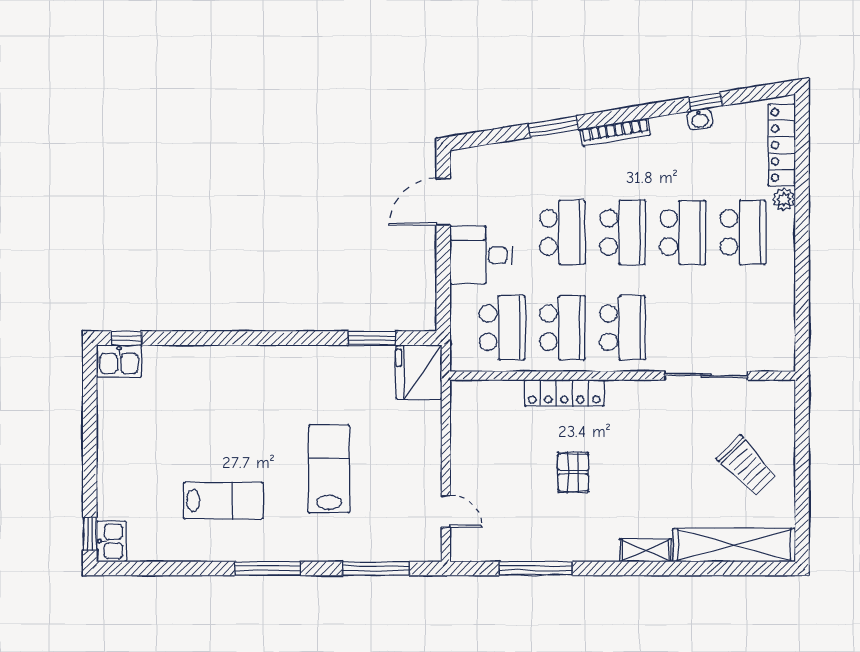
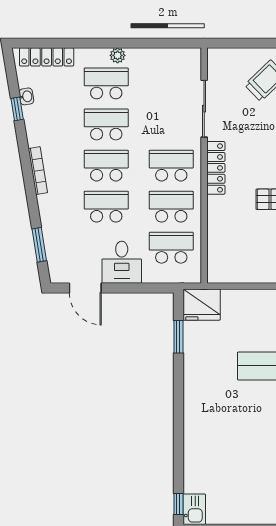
washbasin: (700, 119) -> (26, 96), moved
window: (553, 127) -> (39, 245), moved
plant: (784, 199) -> (118, 55), moved
locker: (564, 393) -> (216, 168), moved

